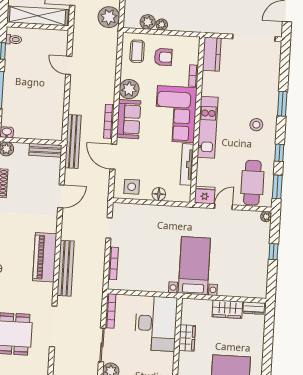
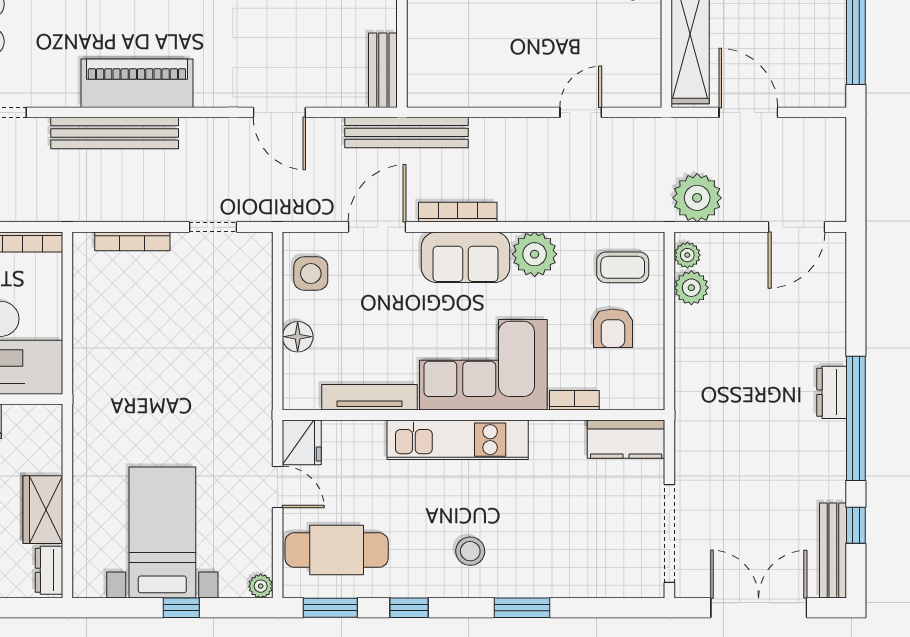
plant: (162, 25) -> (687, 255), moved
bed with nightstands: (194, 266) -> (162, 533), moved, turned -90

